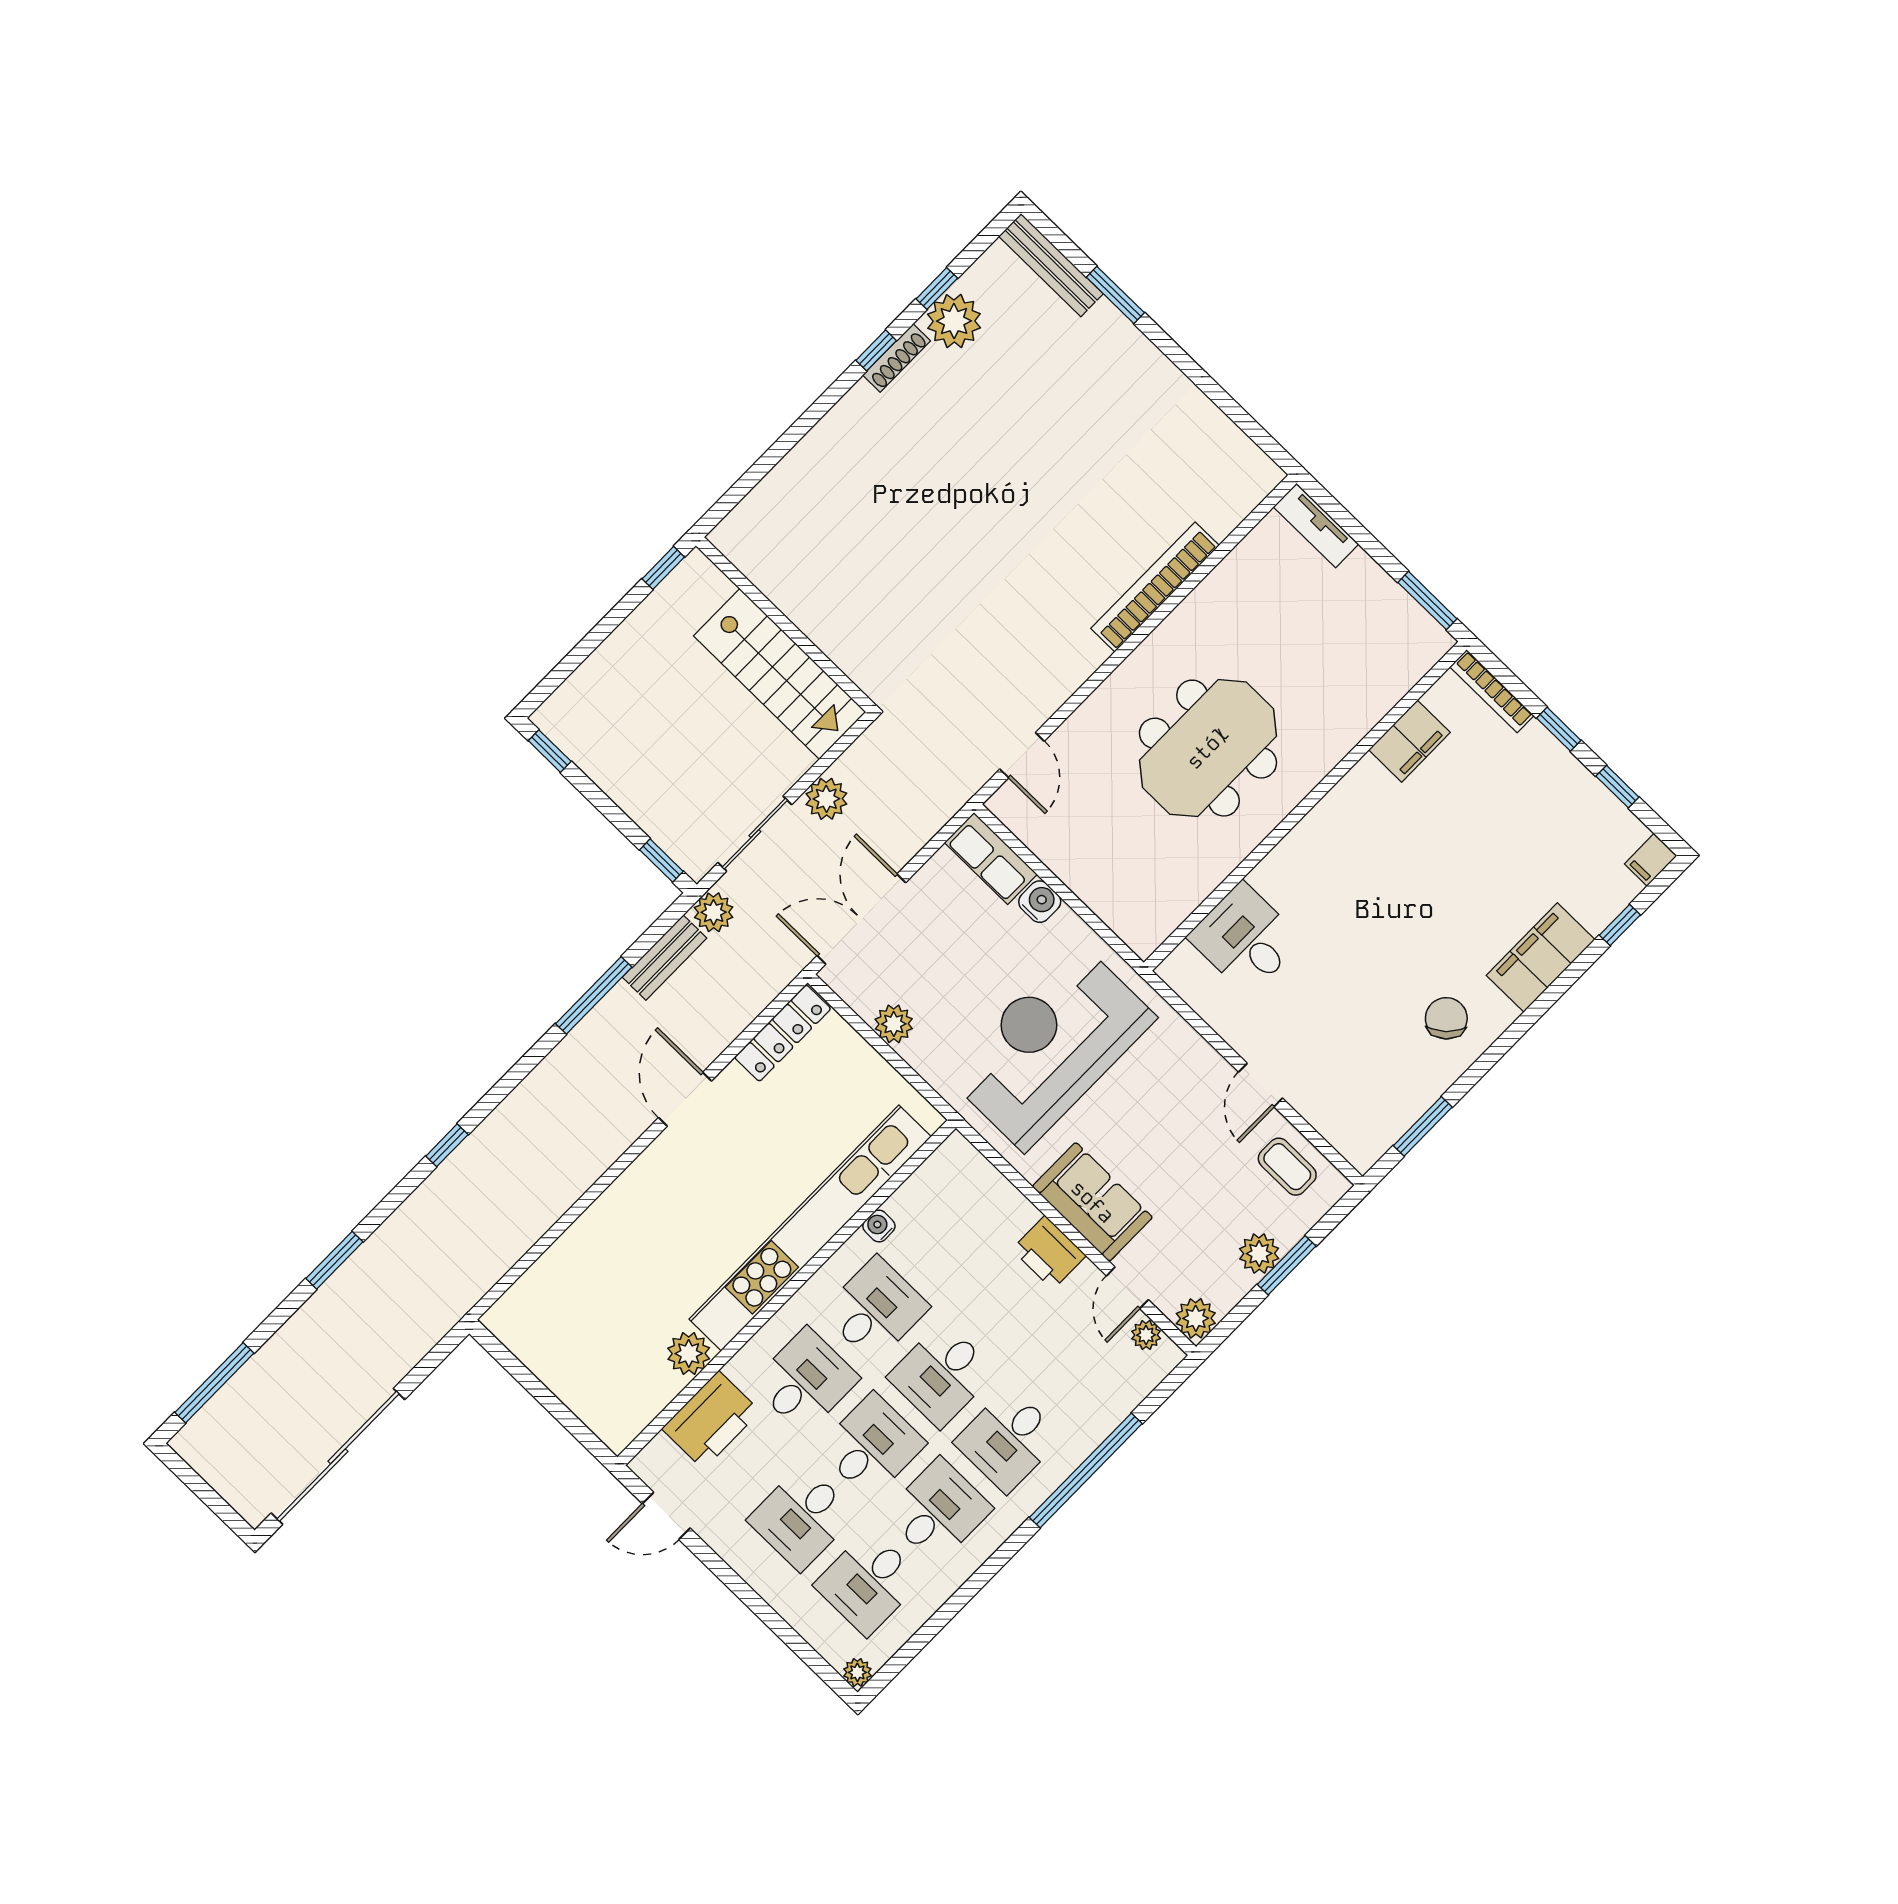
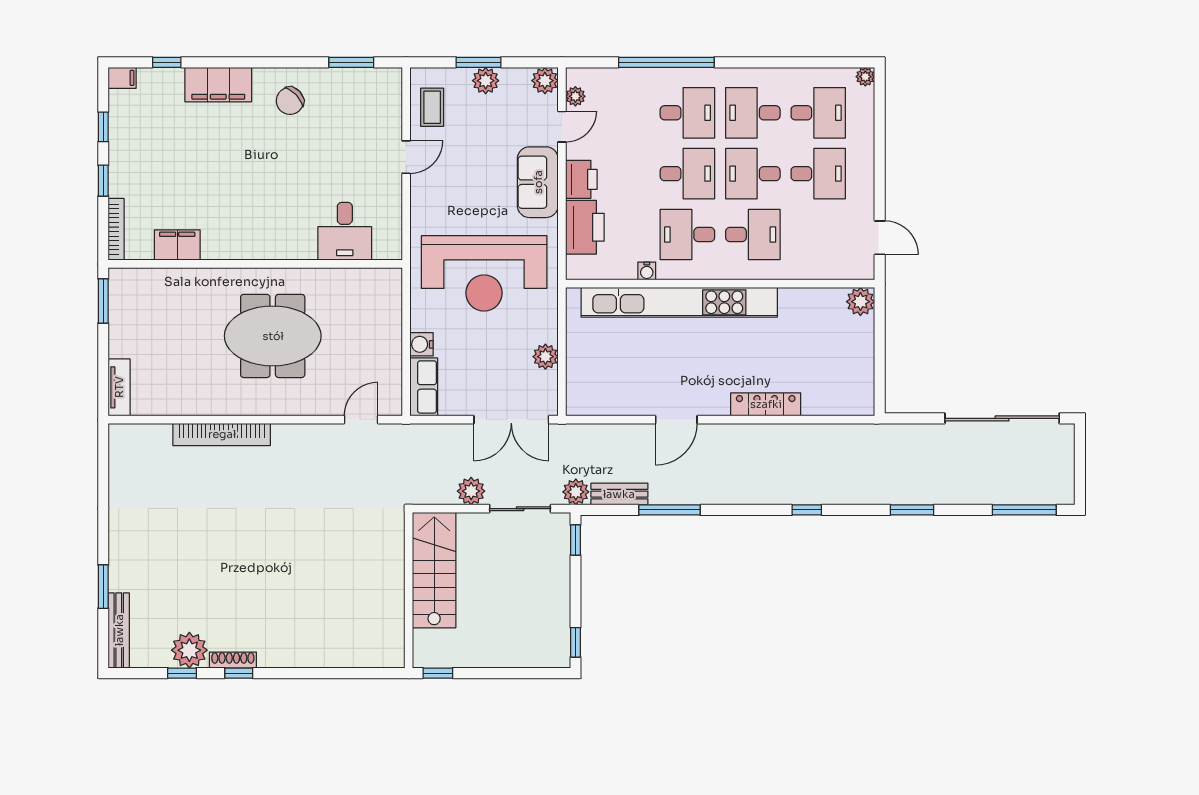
locker: (783, 1033) -> (766, 404), moved
plant: (689, 1354) -> (860, 302), moved
desk: (805, 1381) -> (753, 234), turned 180
printer: (711, 1420) -> (585, 227), moved, turned 90

